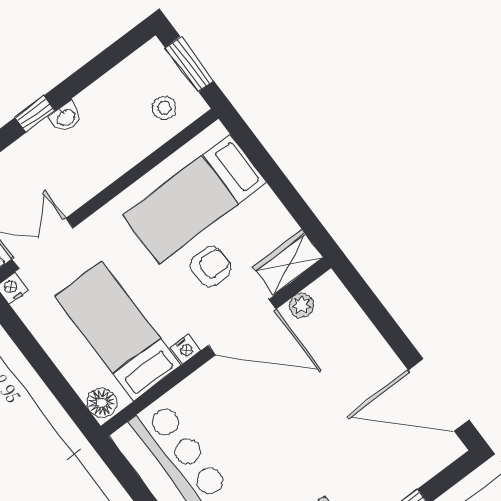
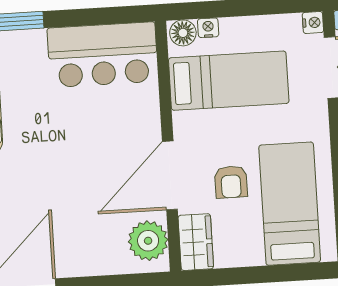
plant: (302, 305) -> (148, 241), width x1.88, depth x1.88
nightstand: (185, 349) -> (208, 28), moved, turned 90

